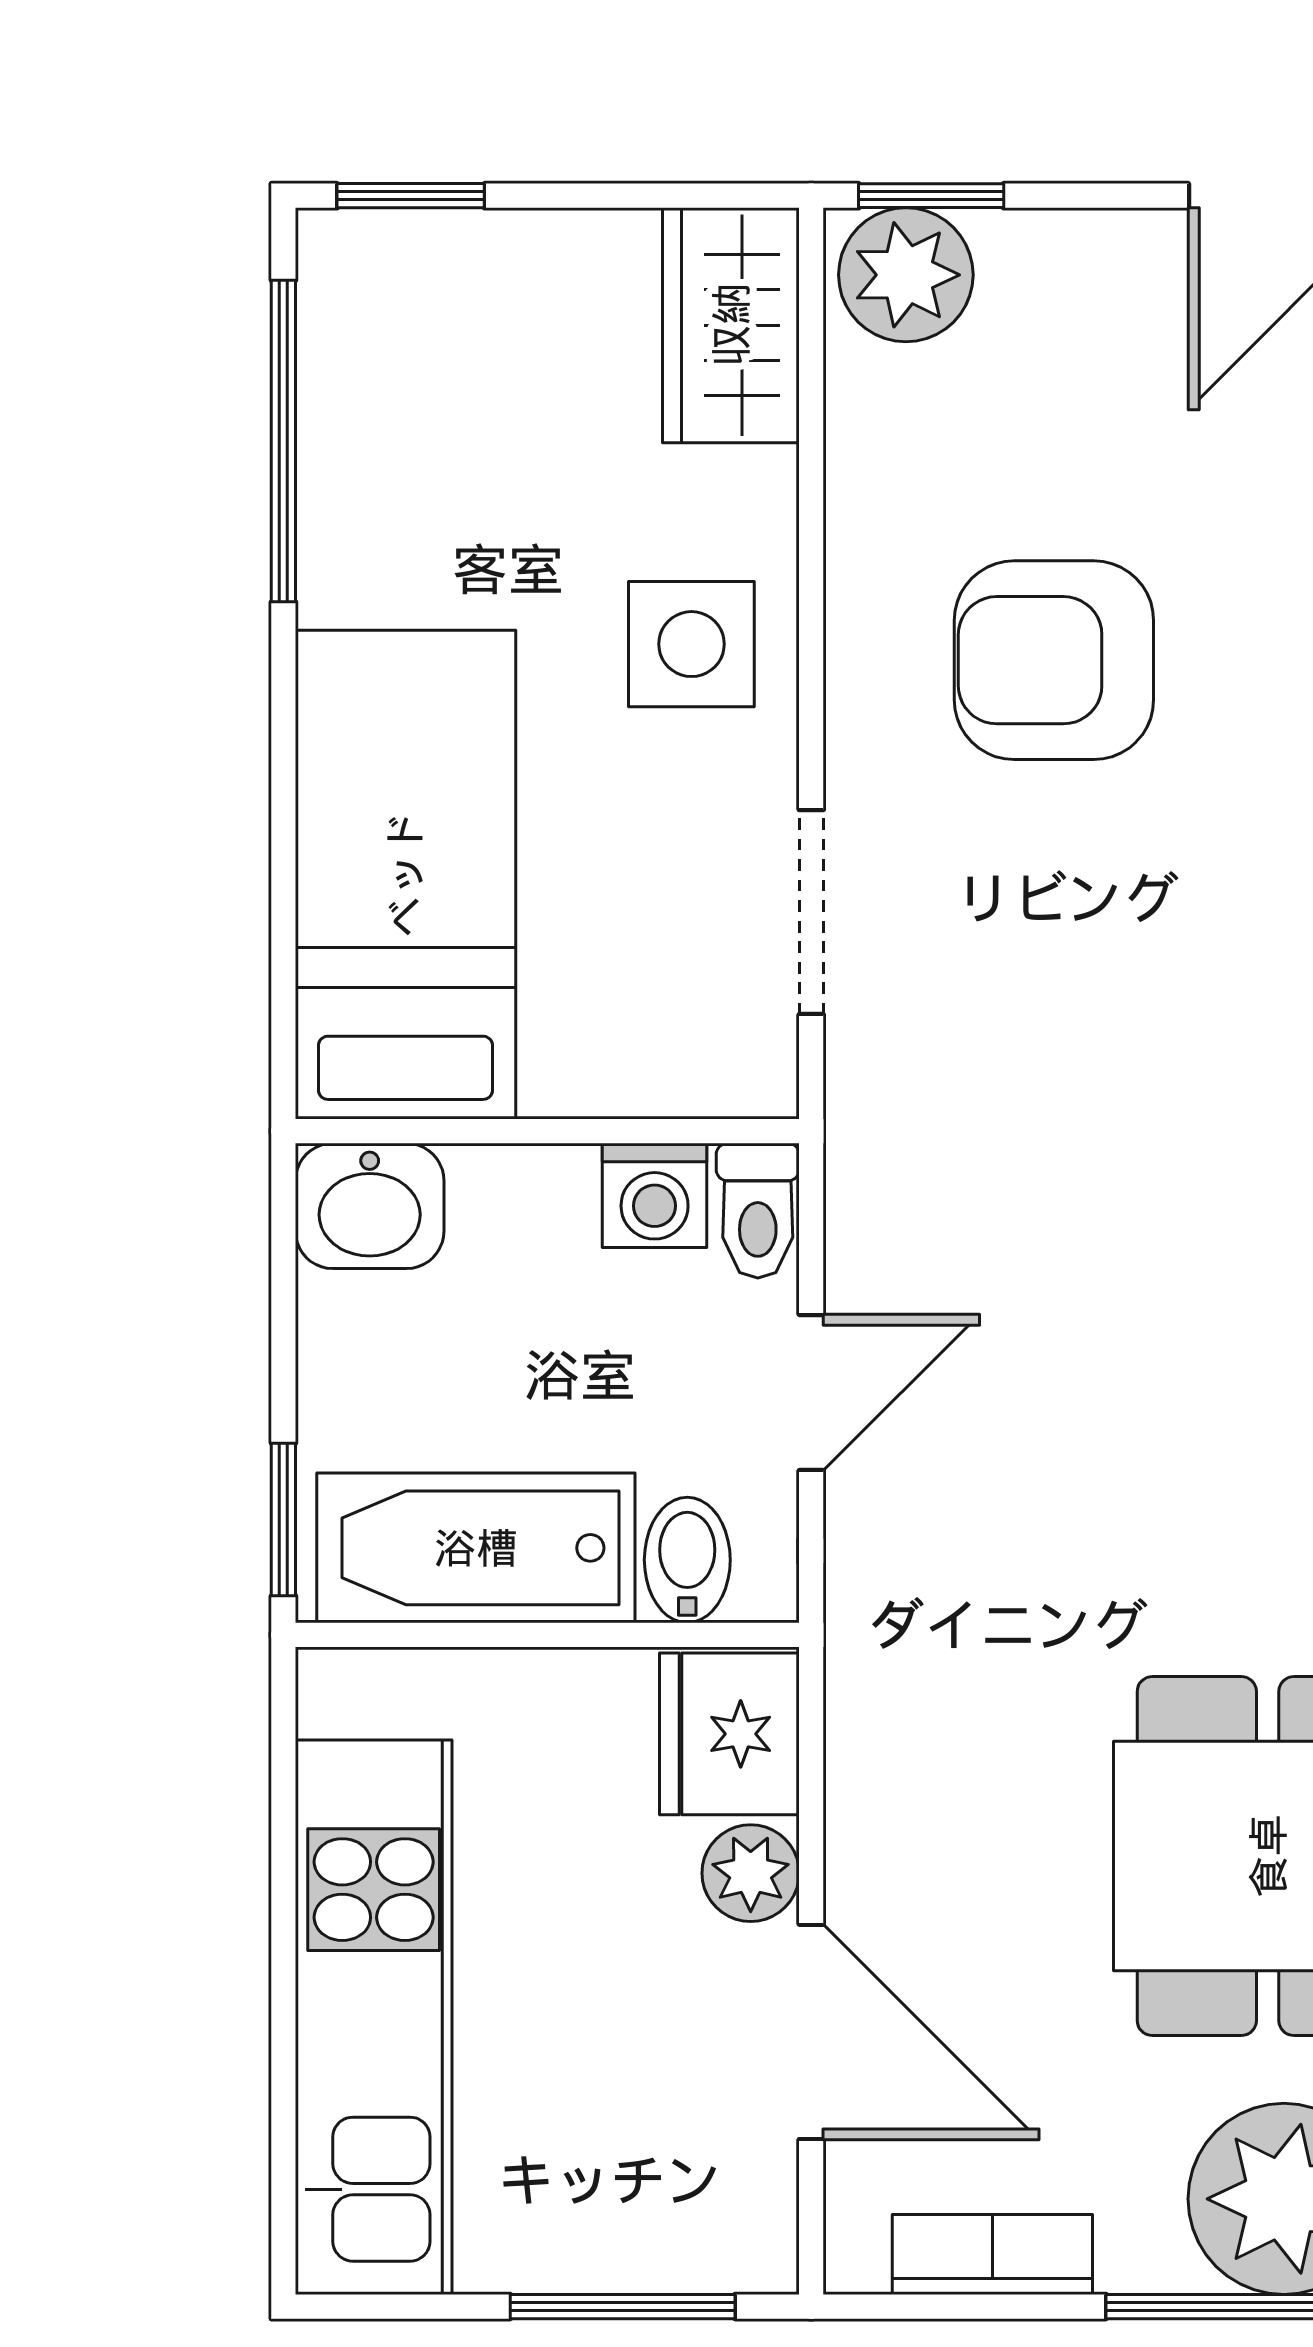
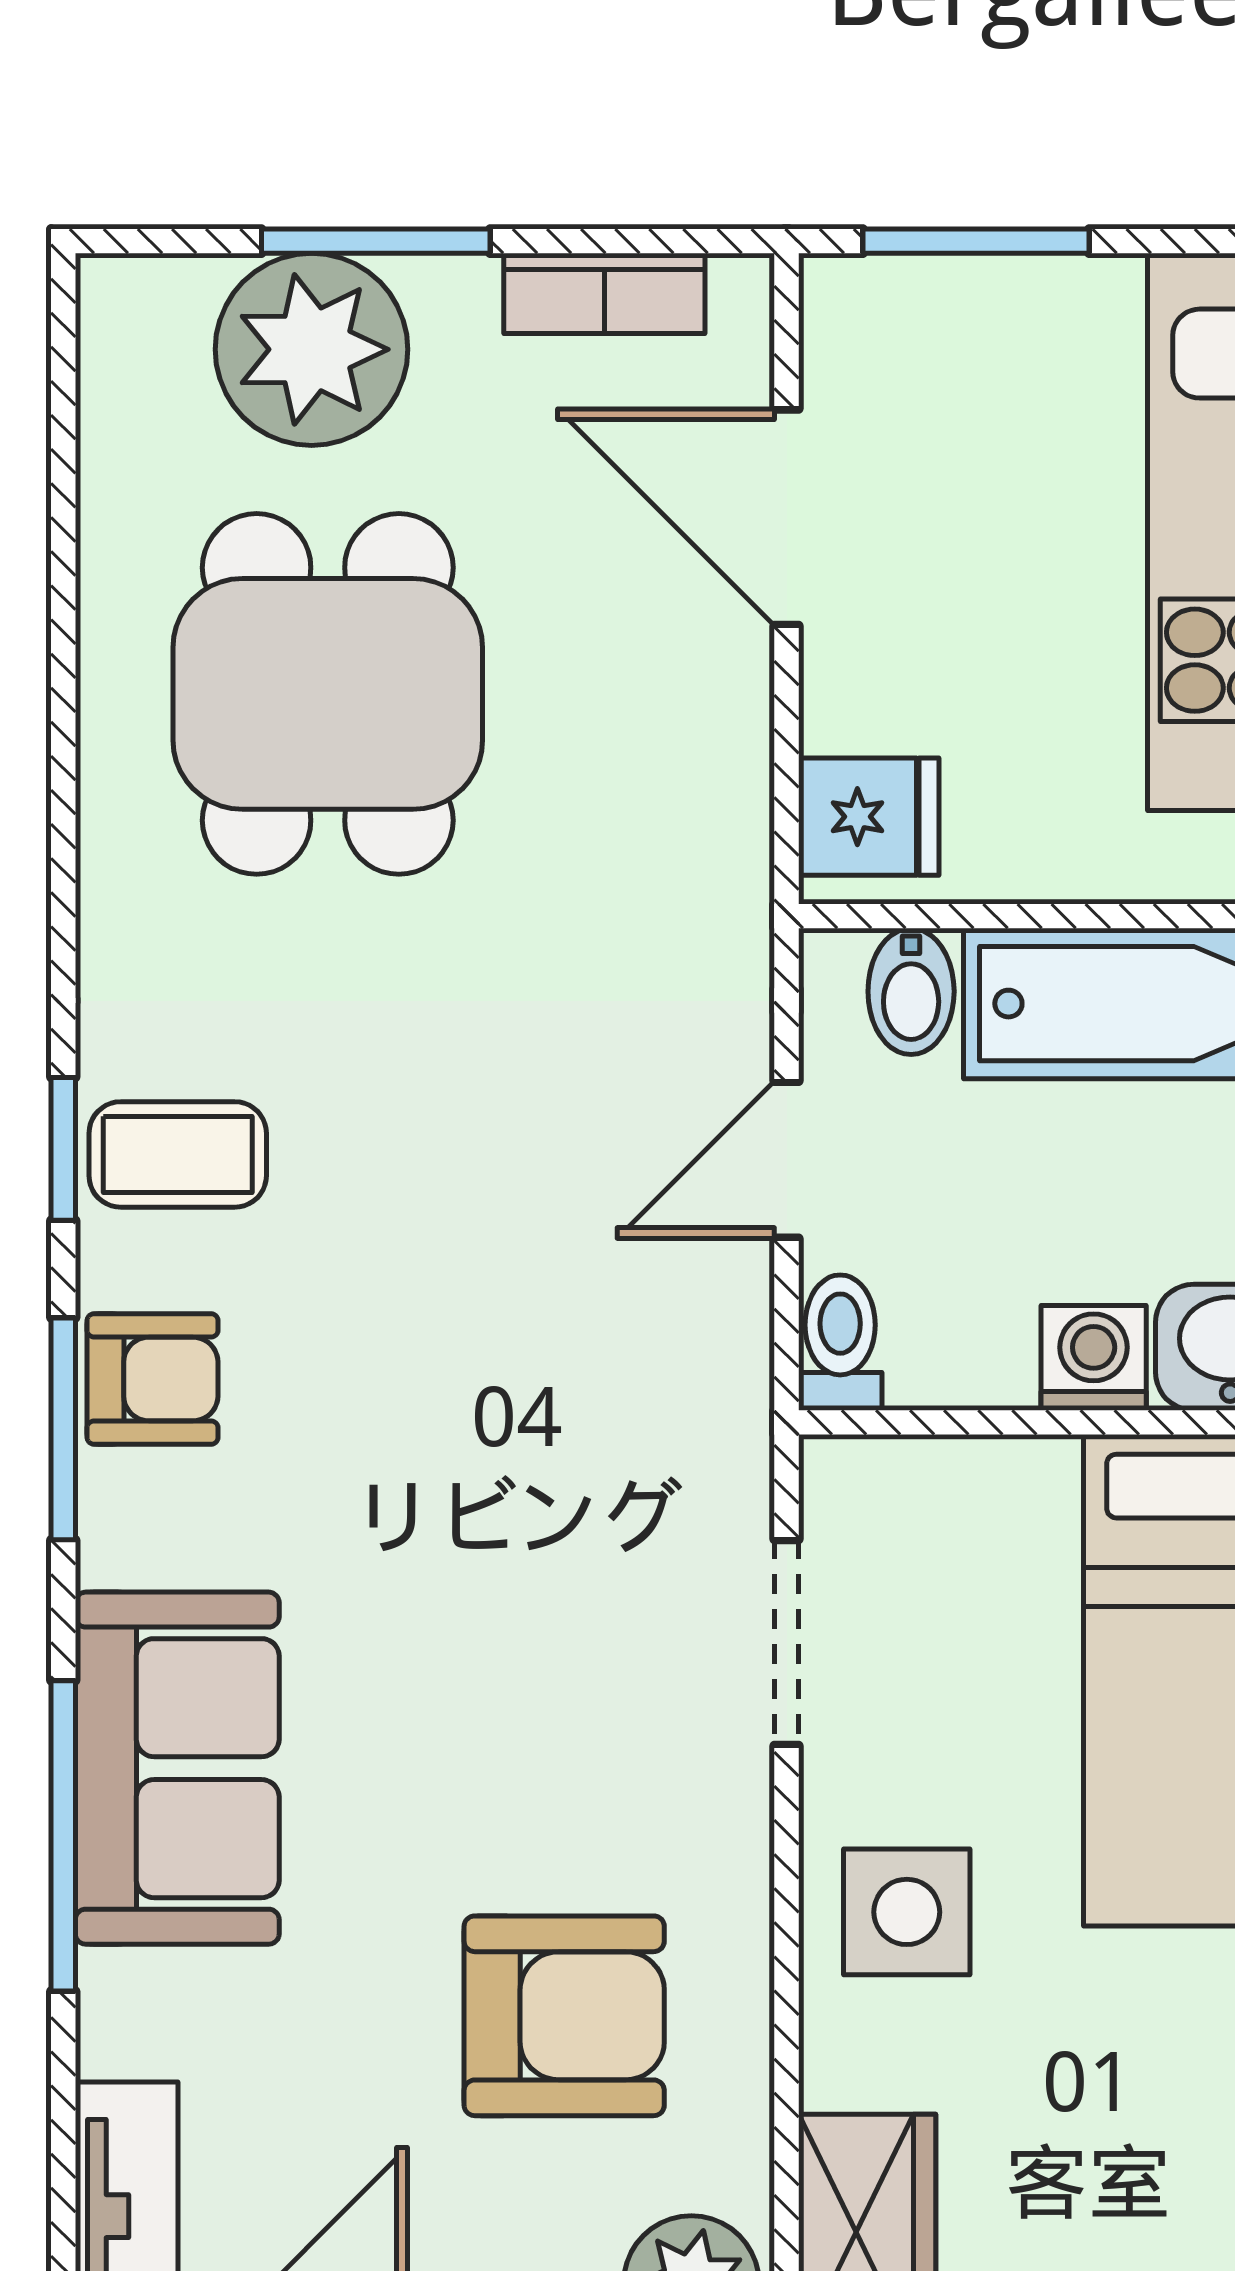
armchair: (1054, 660) -> (564, 2016), moved
washing machine: (655, 1195) -> (1094, 1358), moved
fridge: (729, 1734) -> (869, 817), width x0.72
plant: (751, 1873) -> (847, 677), removed

